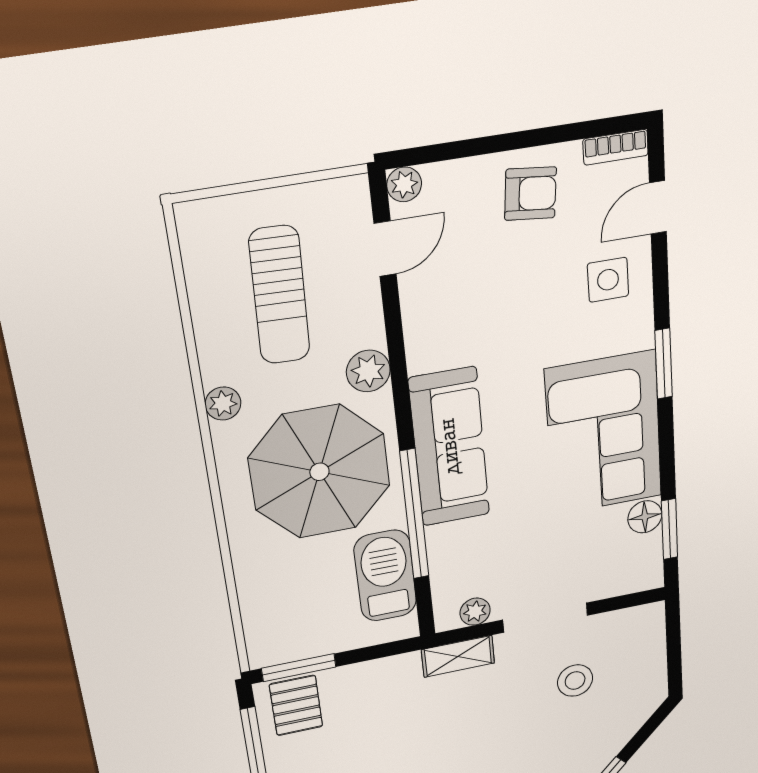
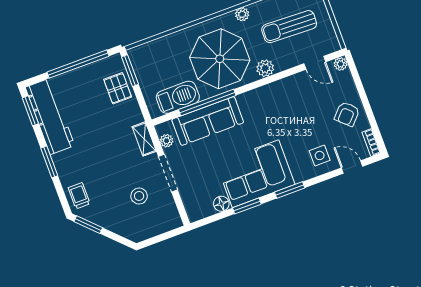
armchair: (530, 194) -> (347, 114), turned 37
sofa: (449, 447) -> (208, 121), moved
window: (670, 529) -> (247, 206), moved
pallet: (296, 705) -> (118, 88), moved, turned 90

